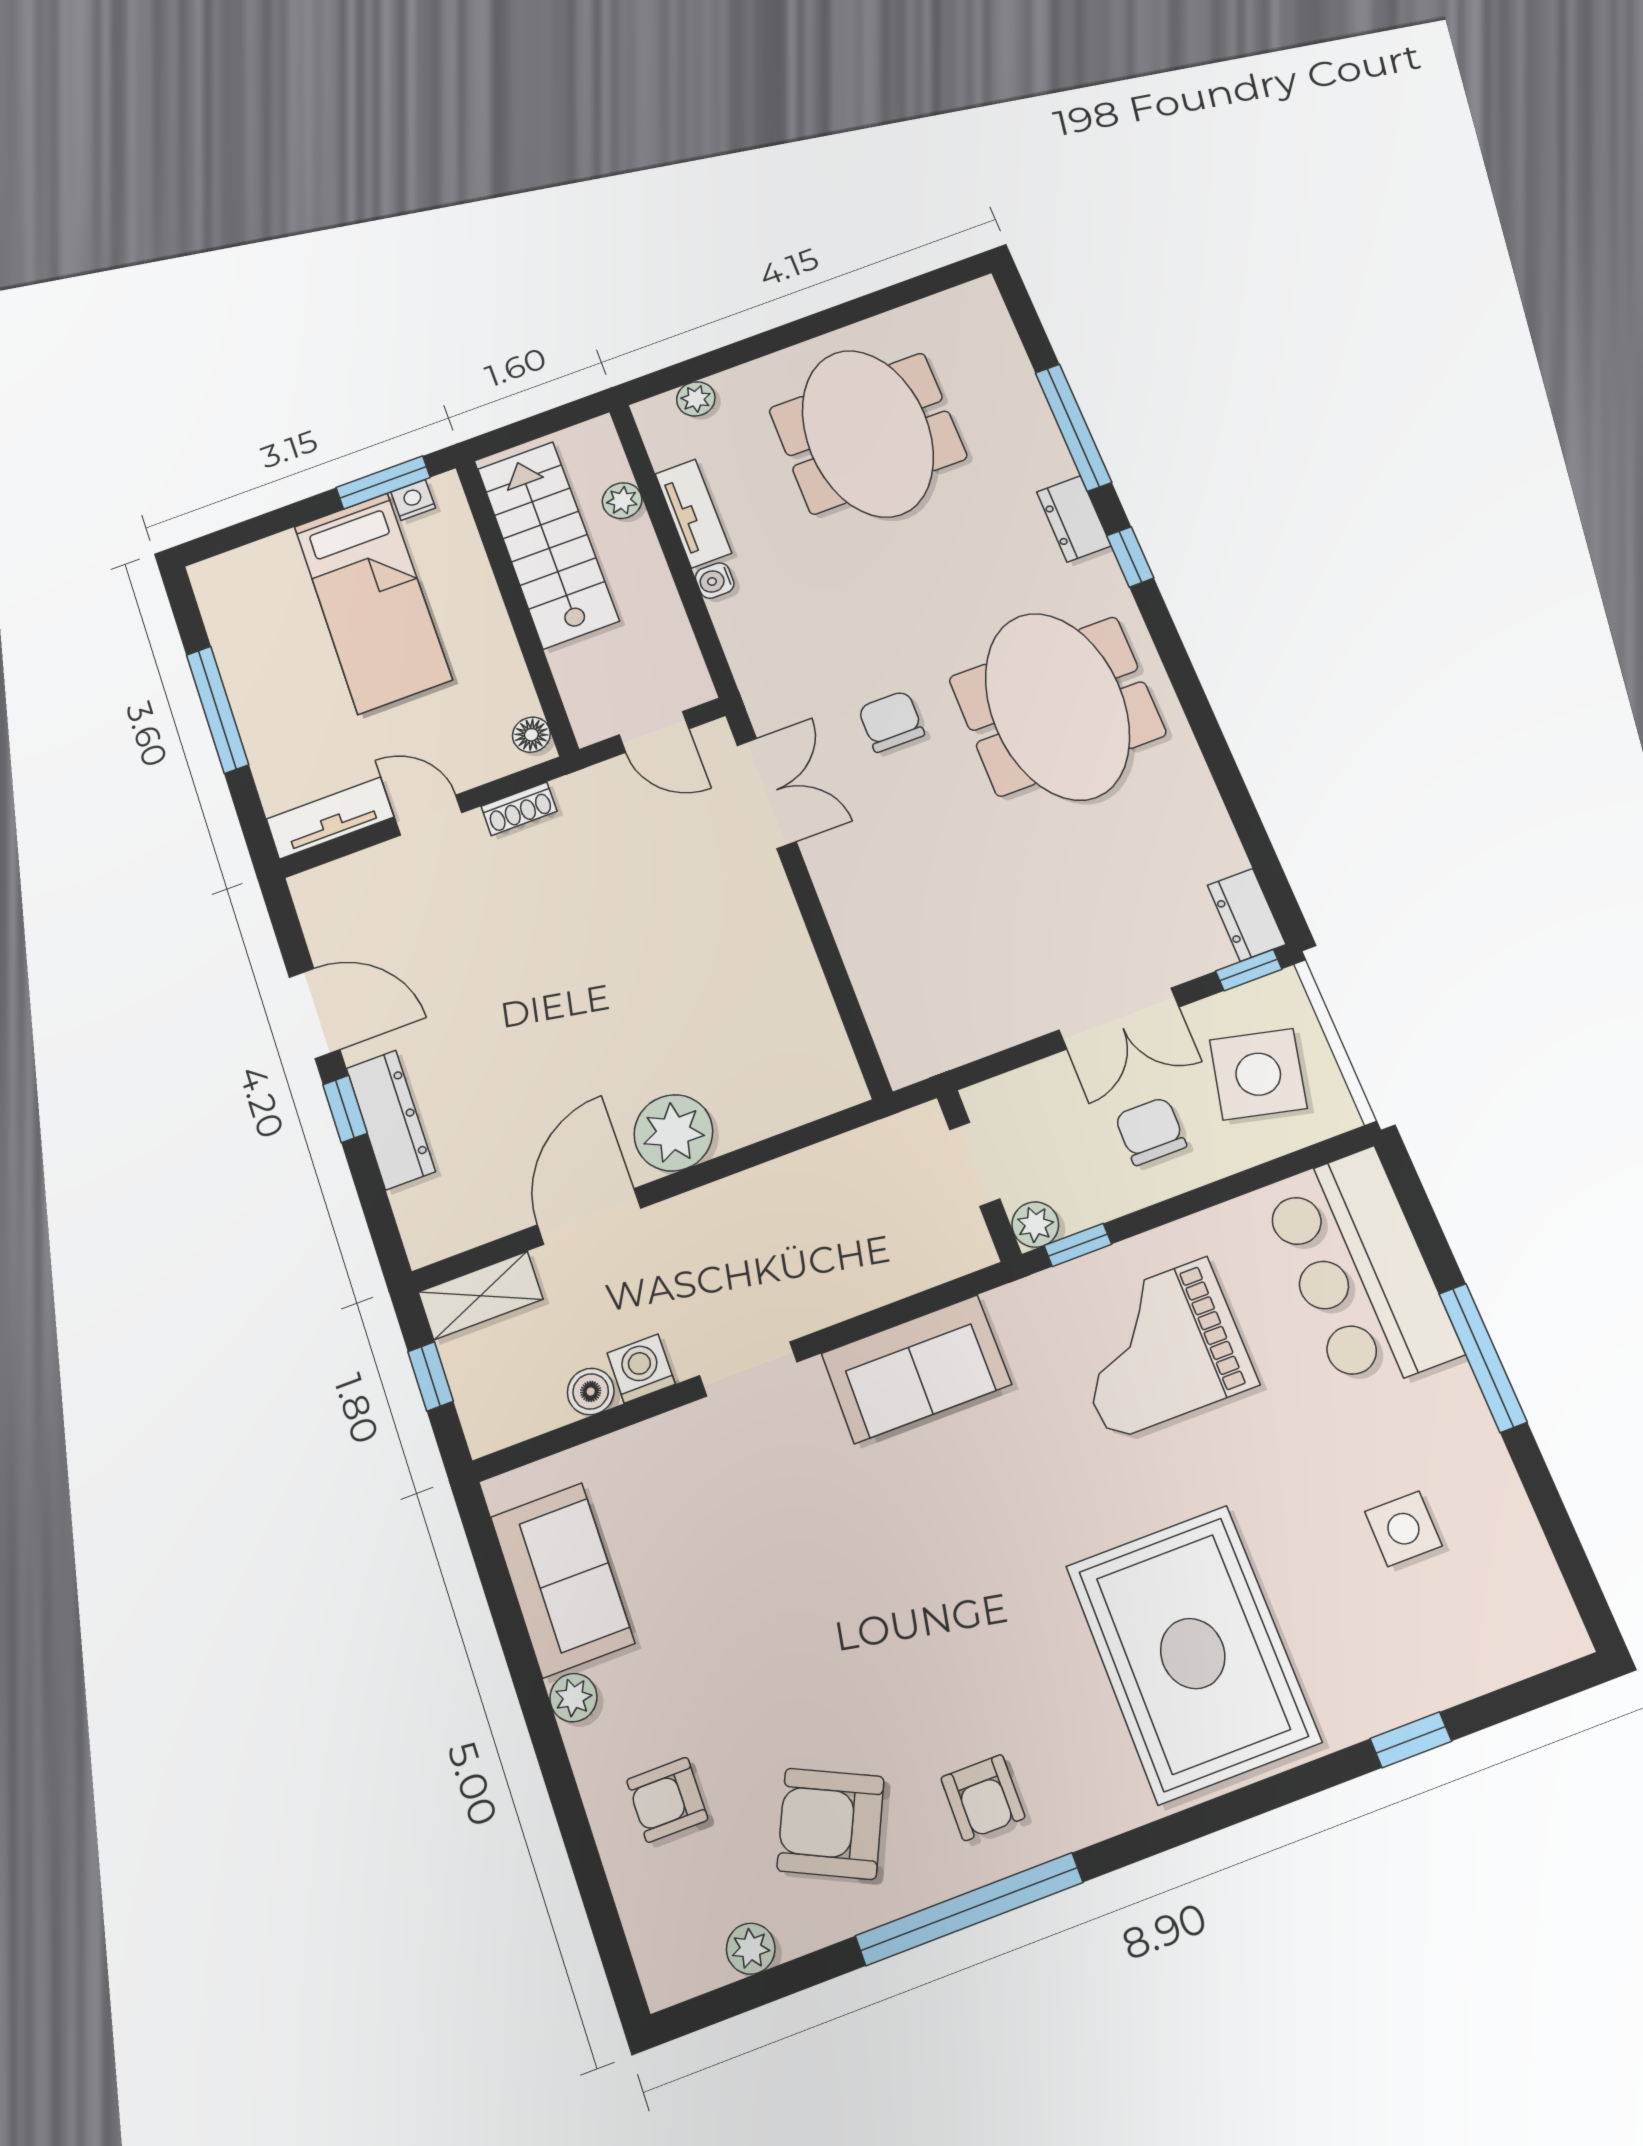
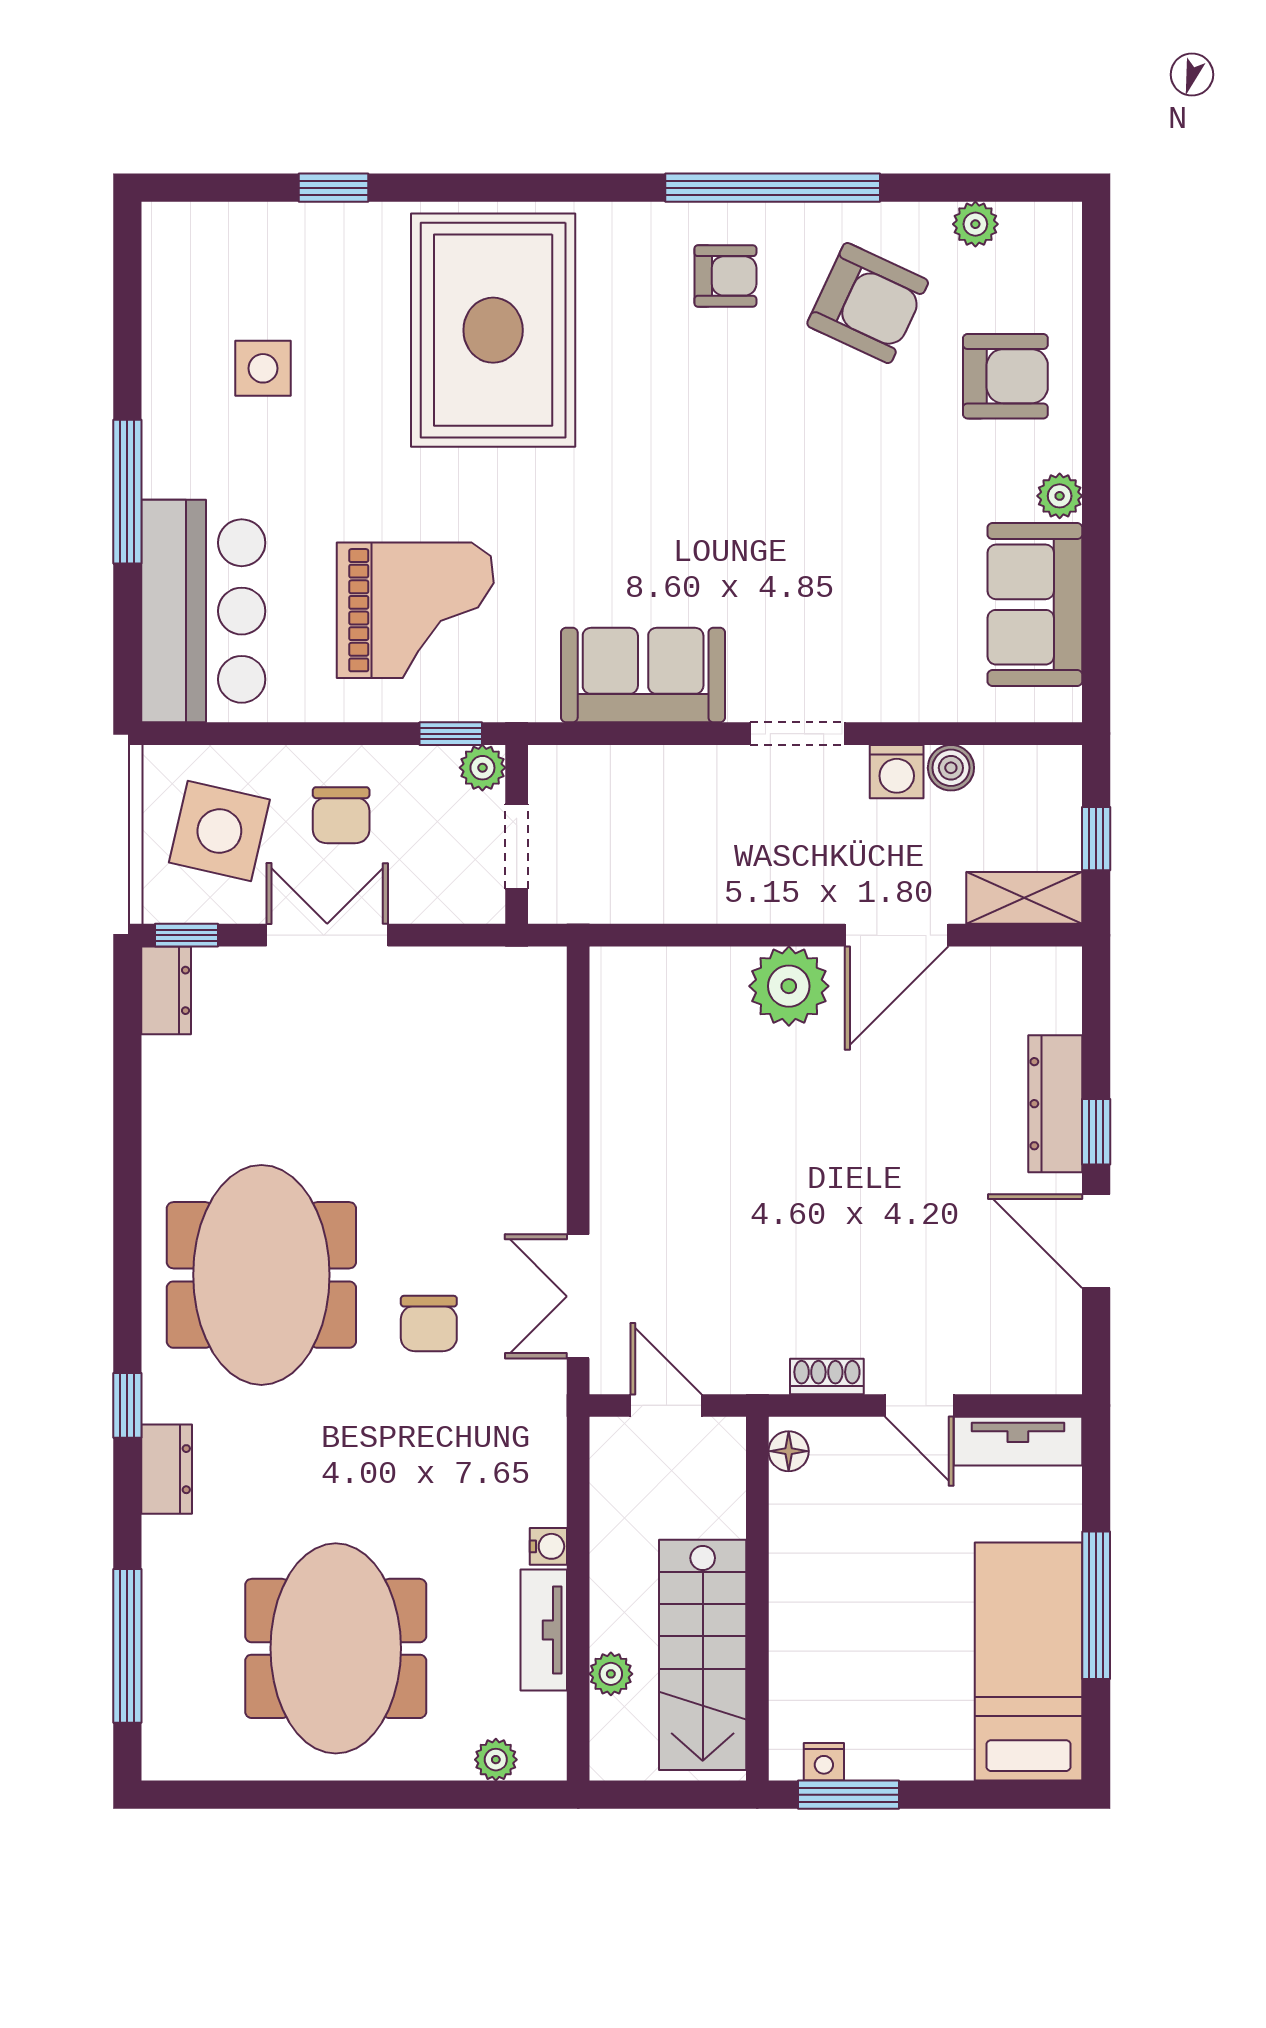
window: (1073, 427) -> (127, 1646), moved
bed: (373, 603) -> (1029, 1662), moved
armchair: (983, 1798) -> (725, 276), turned 90
armchair: (667, 1800) -> (1005, 376), width x1.38, depth x1.38

